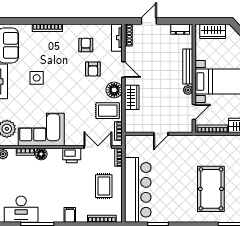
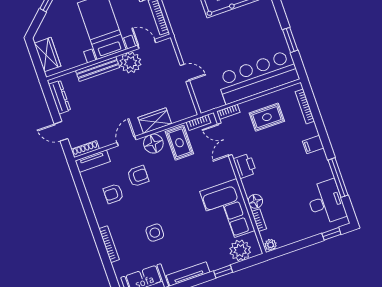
dresser: (180, 29) -> (60, 97), width x1.44
side table: (37, 78) -> (155, 233), moved
plant: (188, 90) -> (131, 63), width x1.88, depth x1.88

